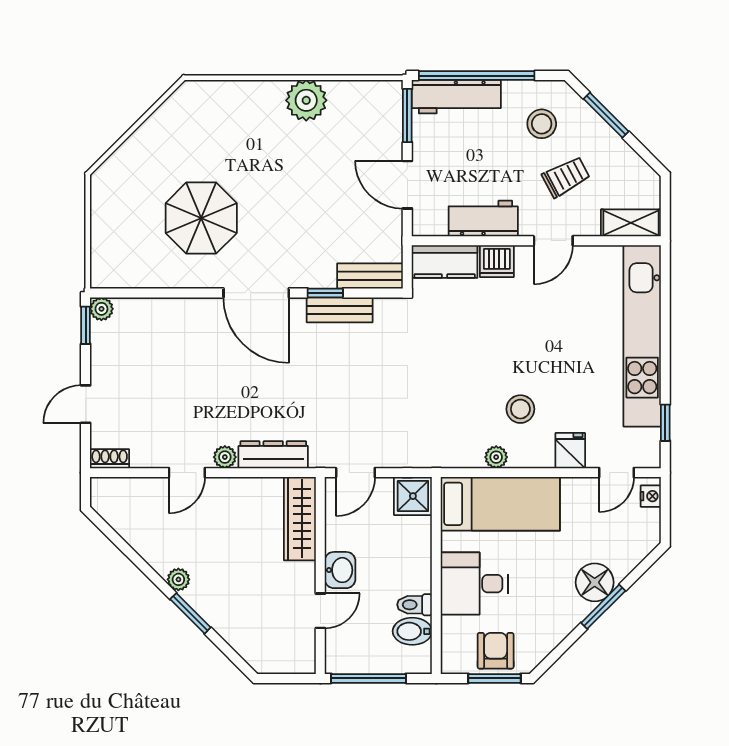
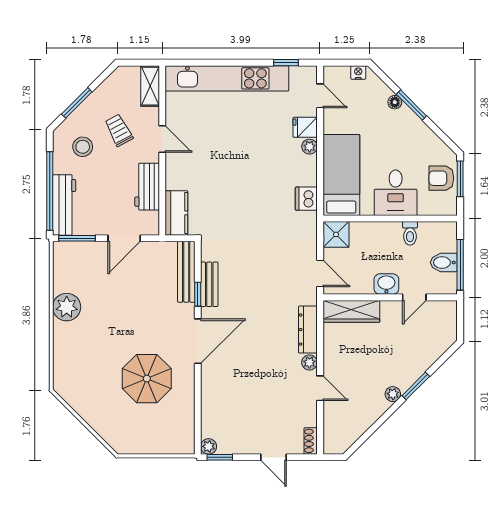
dishwasher: (497, 261) -> (306, 199), moved, turned 180
bench: (370, 276) -> (186, 272), width x1.36
stool: (520, 409) -> (277, 161), removed
plant: (496, 457) -> (310, 147), moved
nightstand: (651, 496) -> (358, 73), moved
floor lamp: (595, 582) -> (395, 102), width x0.53, depth x0.53
door: (320, 611) -> (414, 297), swing flipped
bidet: (412, 631) -> (444, 262), moved, turned 90

